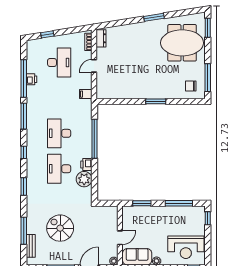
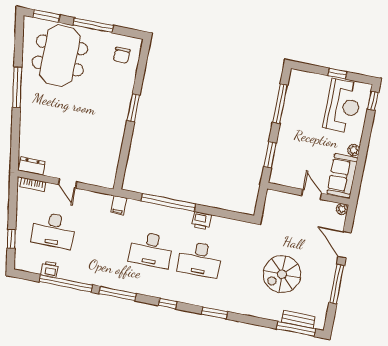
window: (154, 17) -> (17, 87), width x1.44
desk: (59, 62) -> (53, 230), turned 180
window: (208, 78) -> (93, 25), moved
printer: (31, 79) -> (50, 269), moved
filing cabinet: (86, 94) -> (119, 205), moved
plant: (84, 179) -> (221, 228), removed
window: (208, 218) -> (337, 74), moved
window: (24, 231) -> (296, 329), moved

